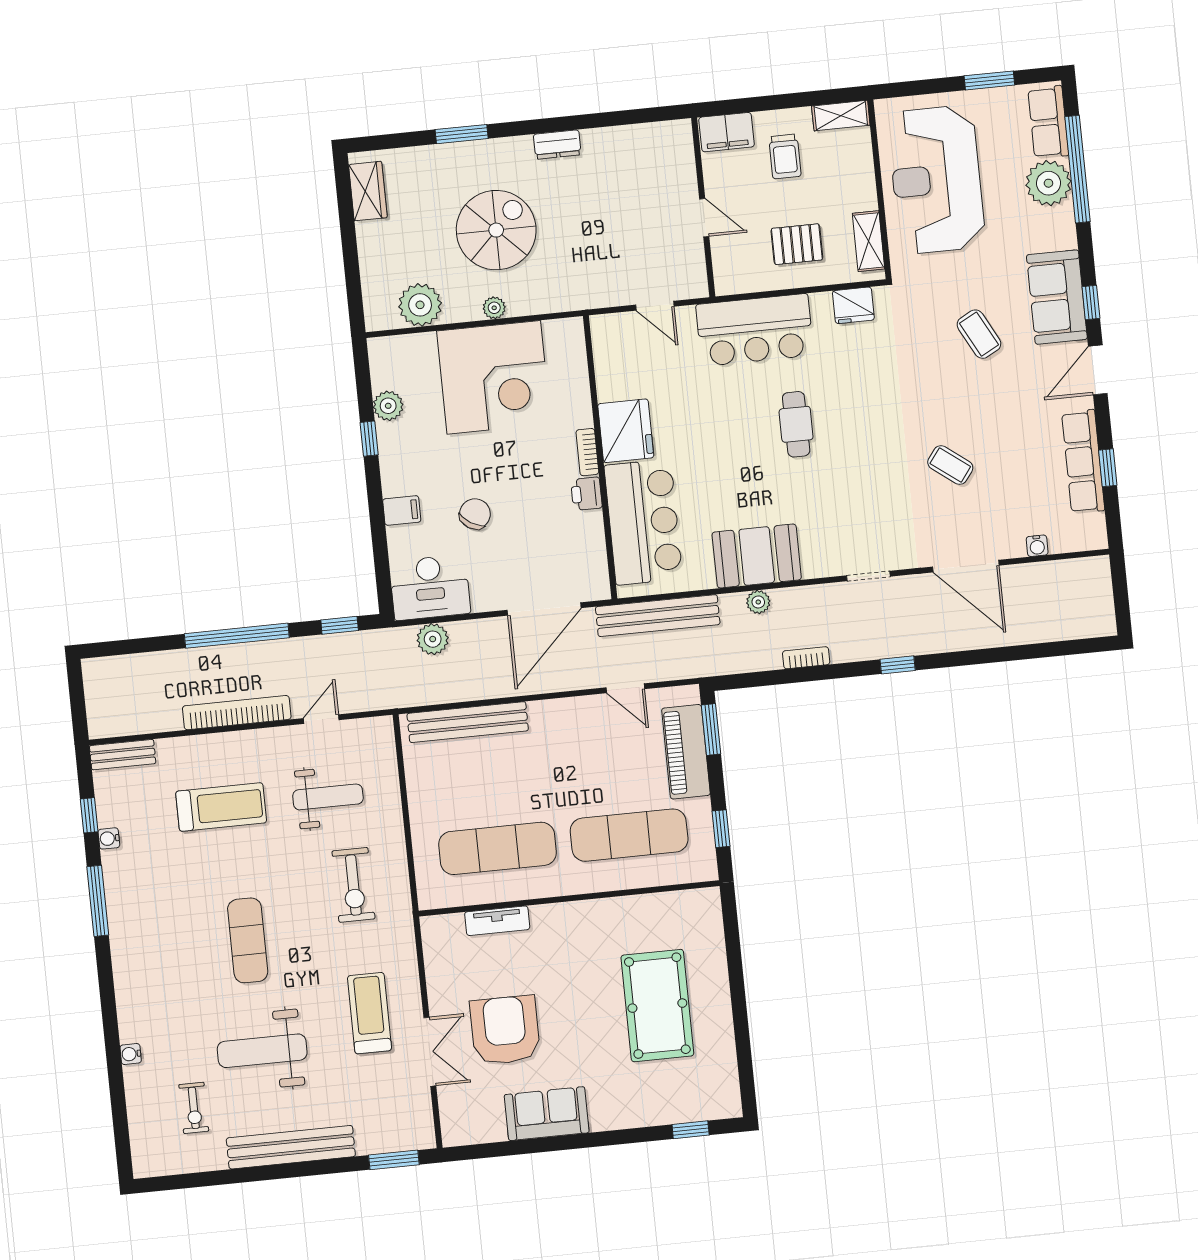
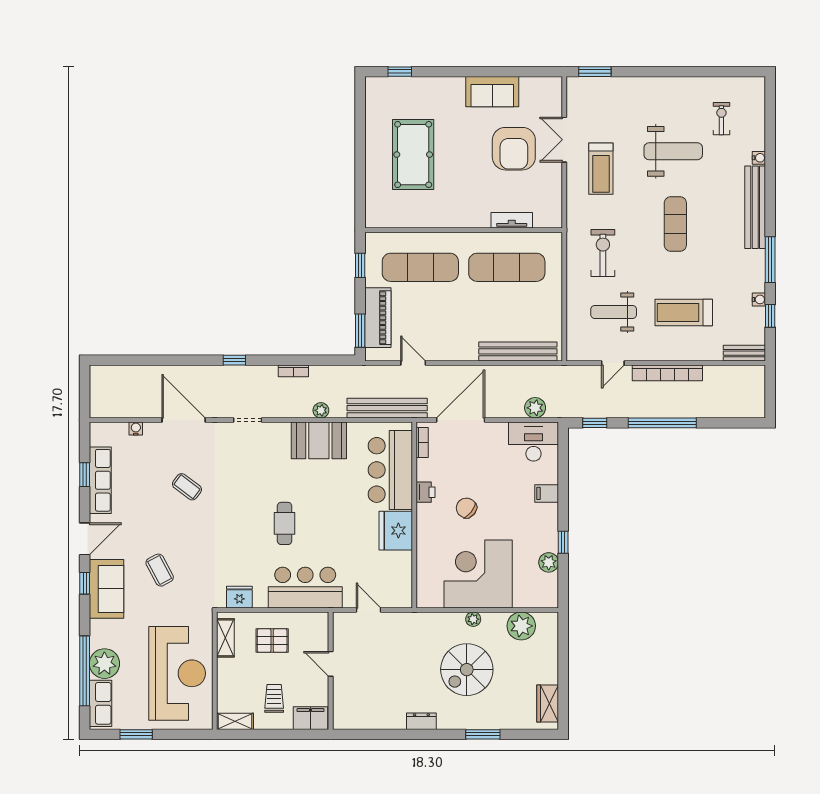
bookcase: (587, 452) -> (422, 443), moved
chair: (475, 514) -> (466, 508), moved, turned 96
bench: (291, 1147) -> (755, 207), moved, turned 90

